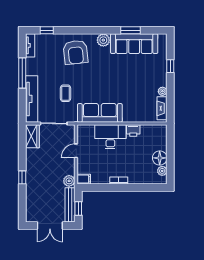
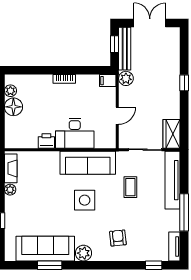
armchair: (76, 52) -> (118, 238), width x0.53, depth x0.53
side table: (102, 83) -> (85, 200), added

